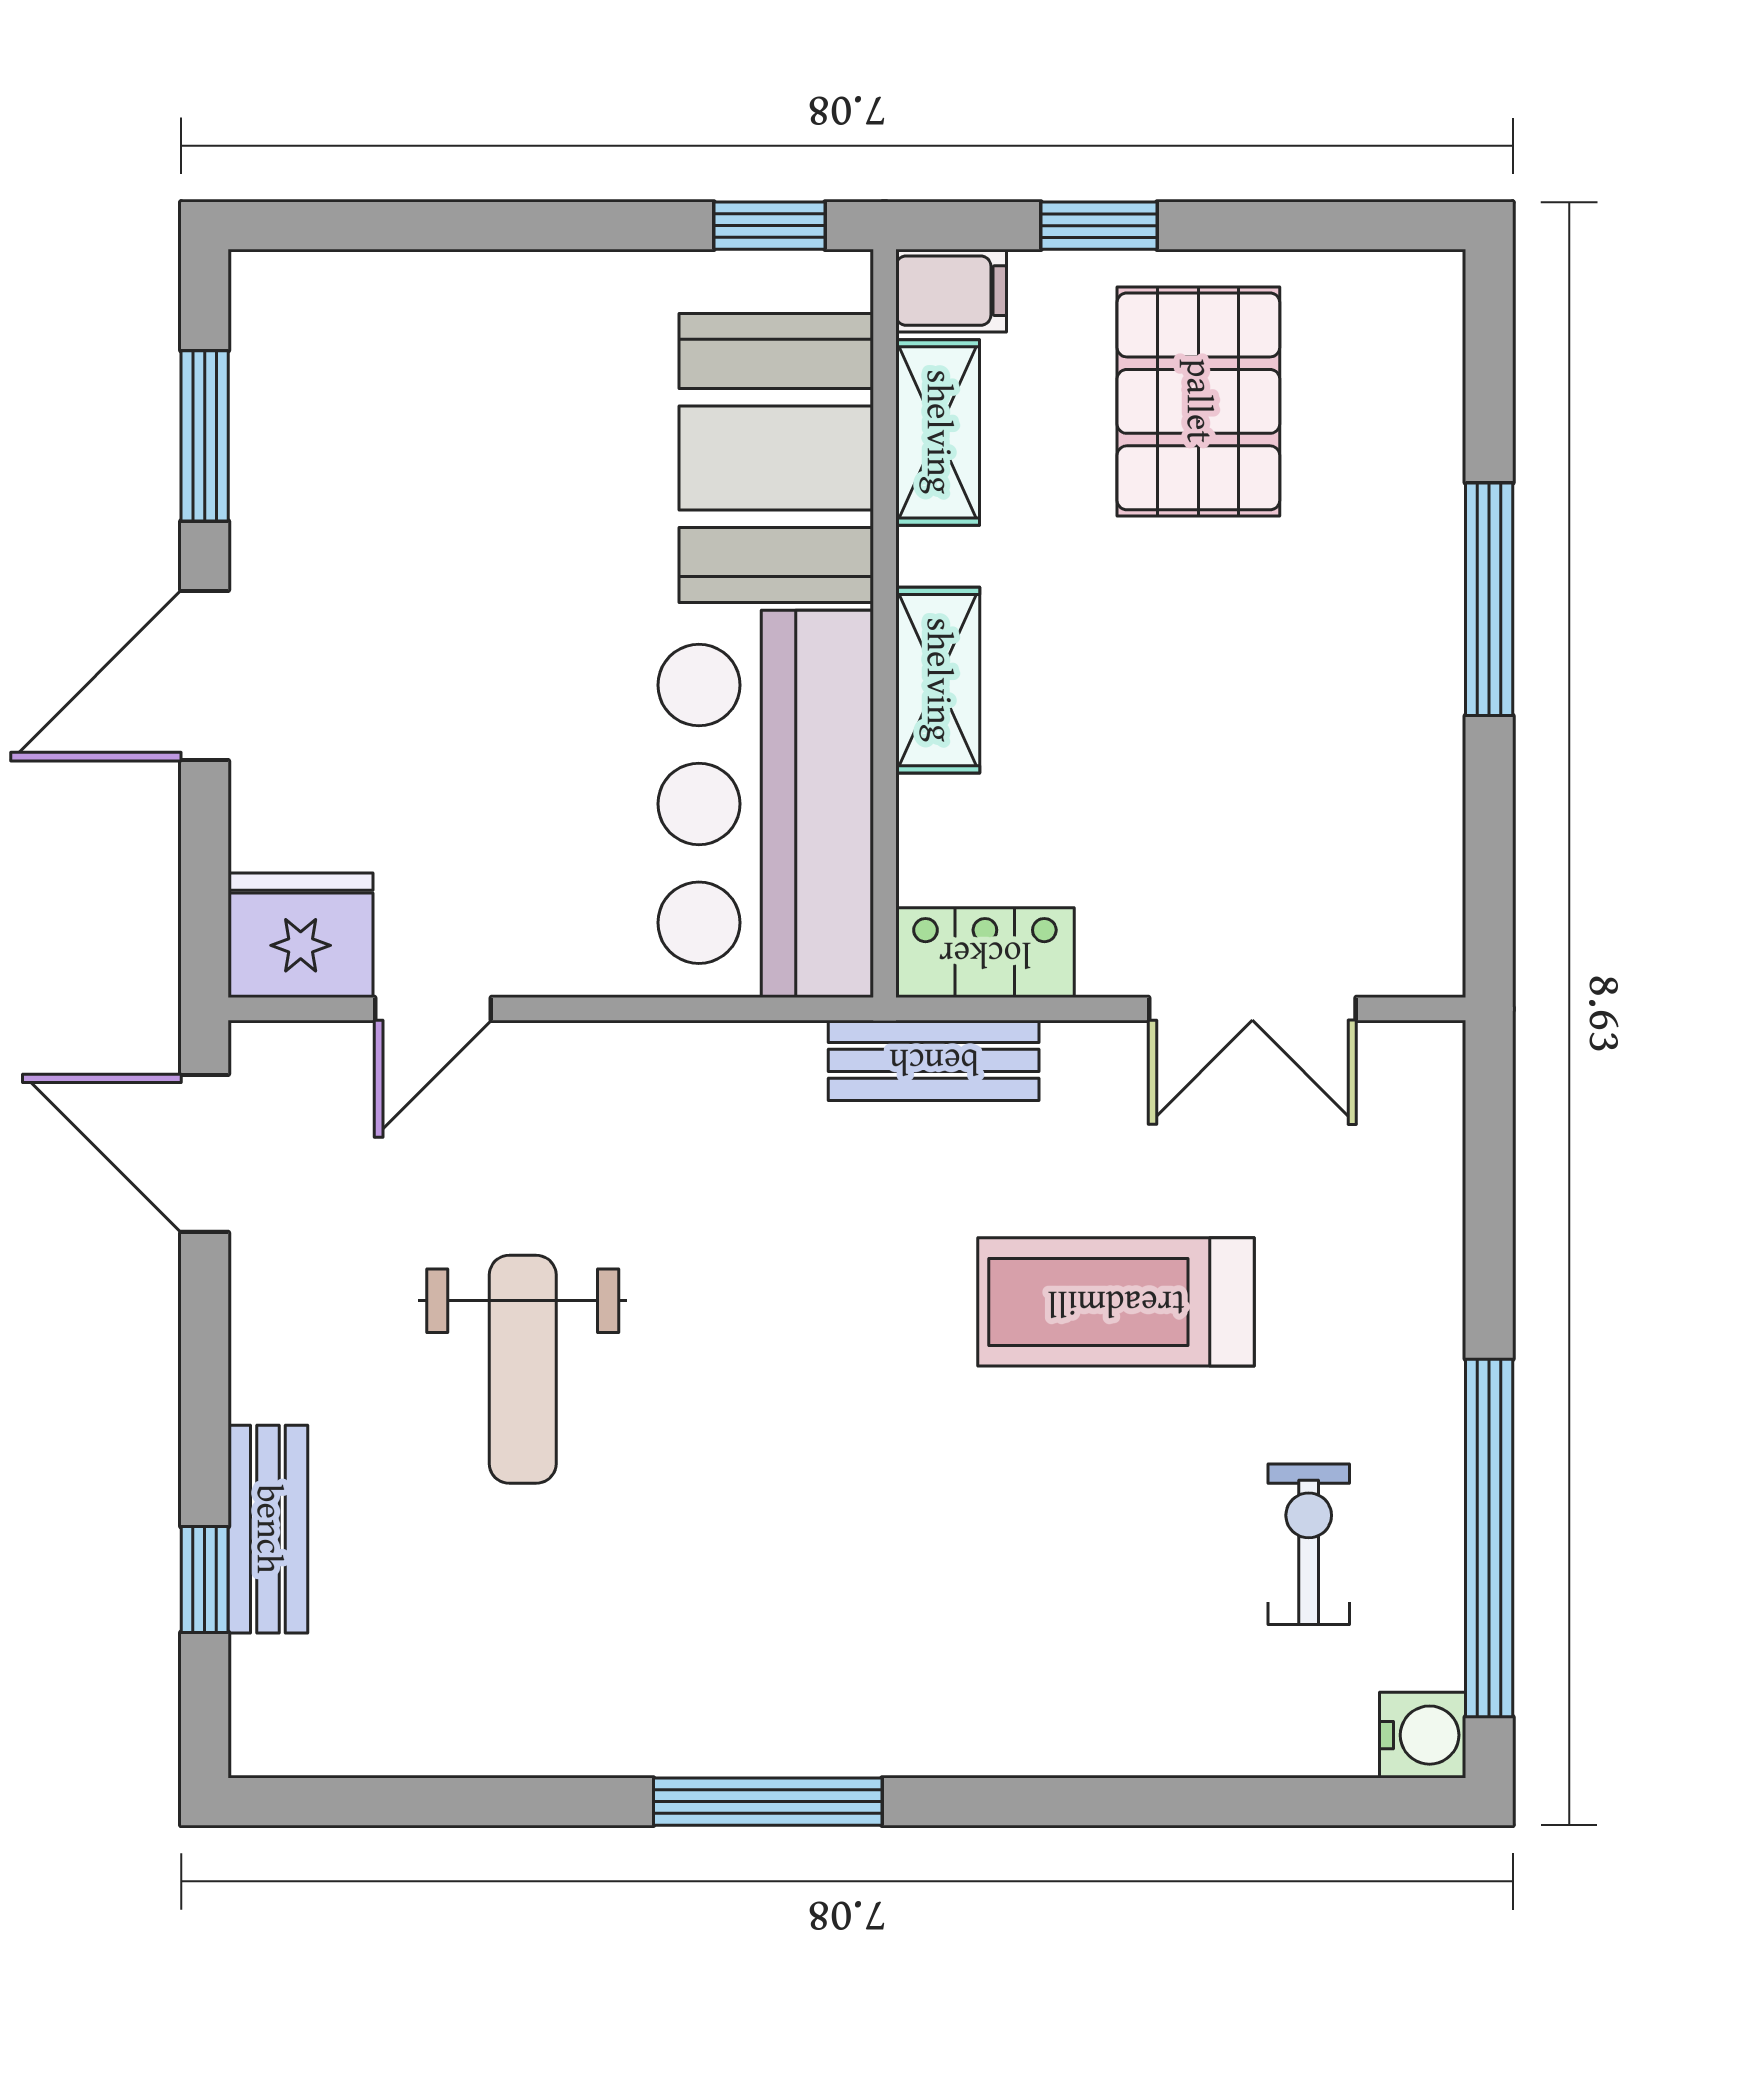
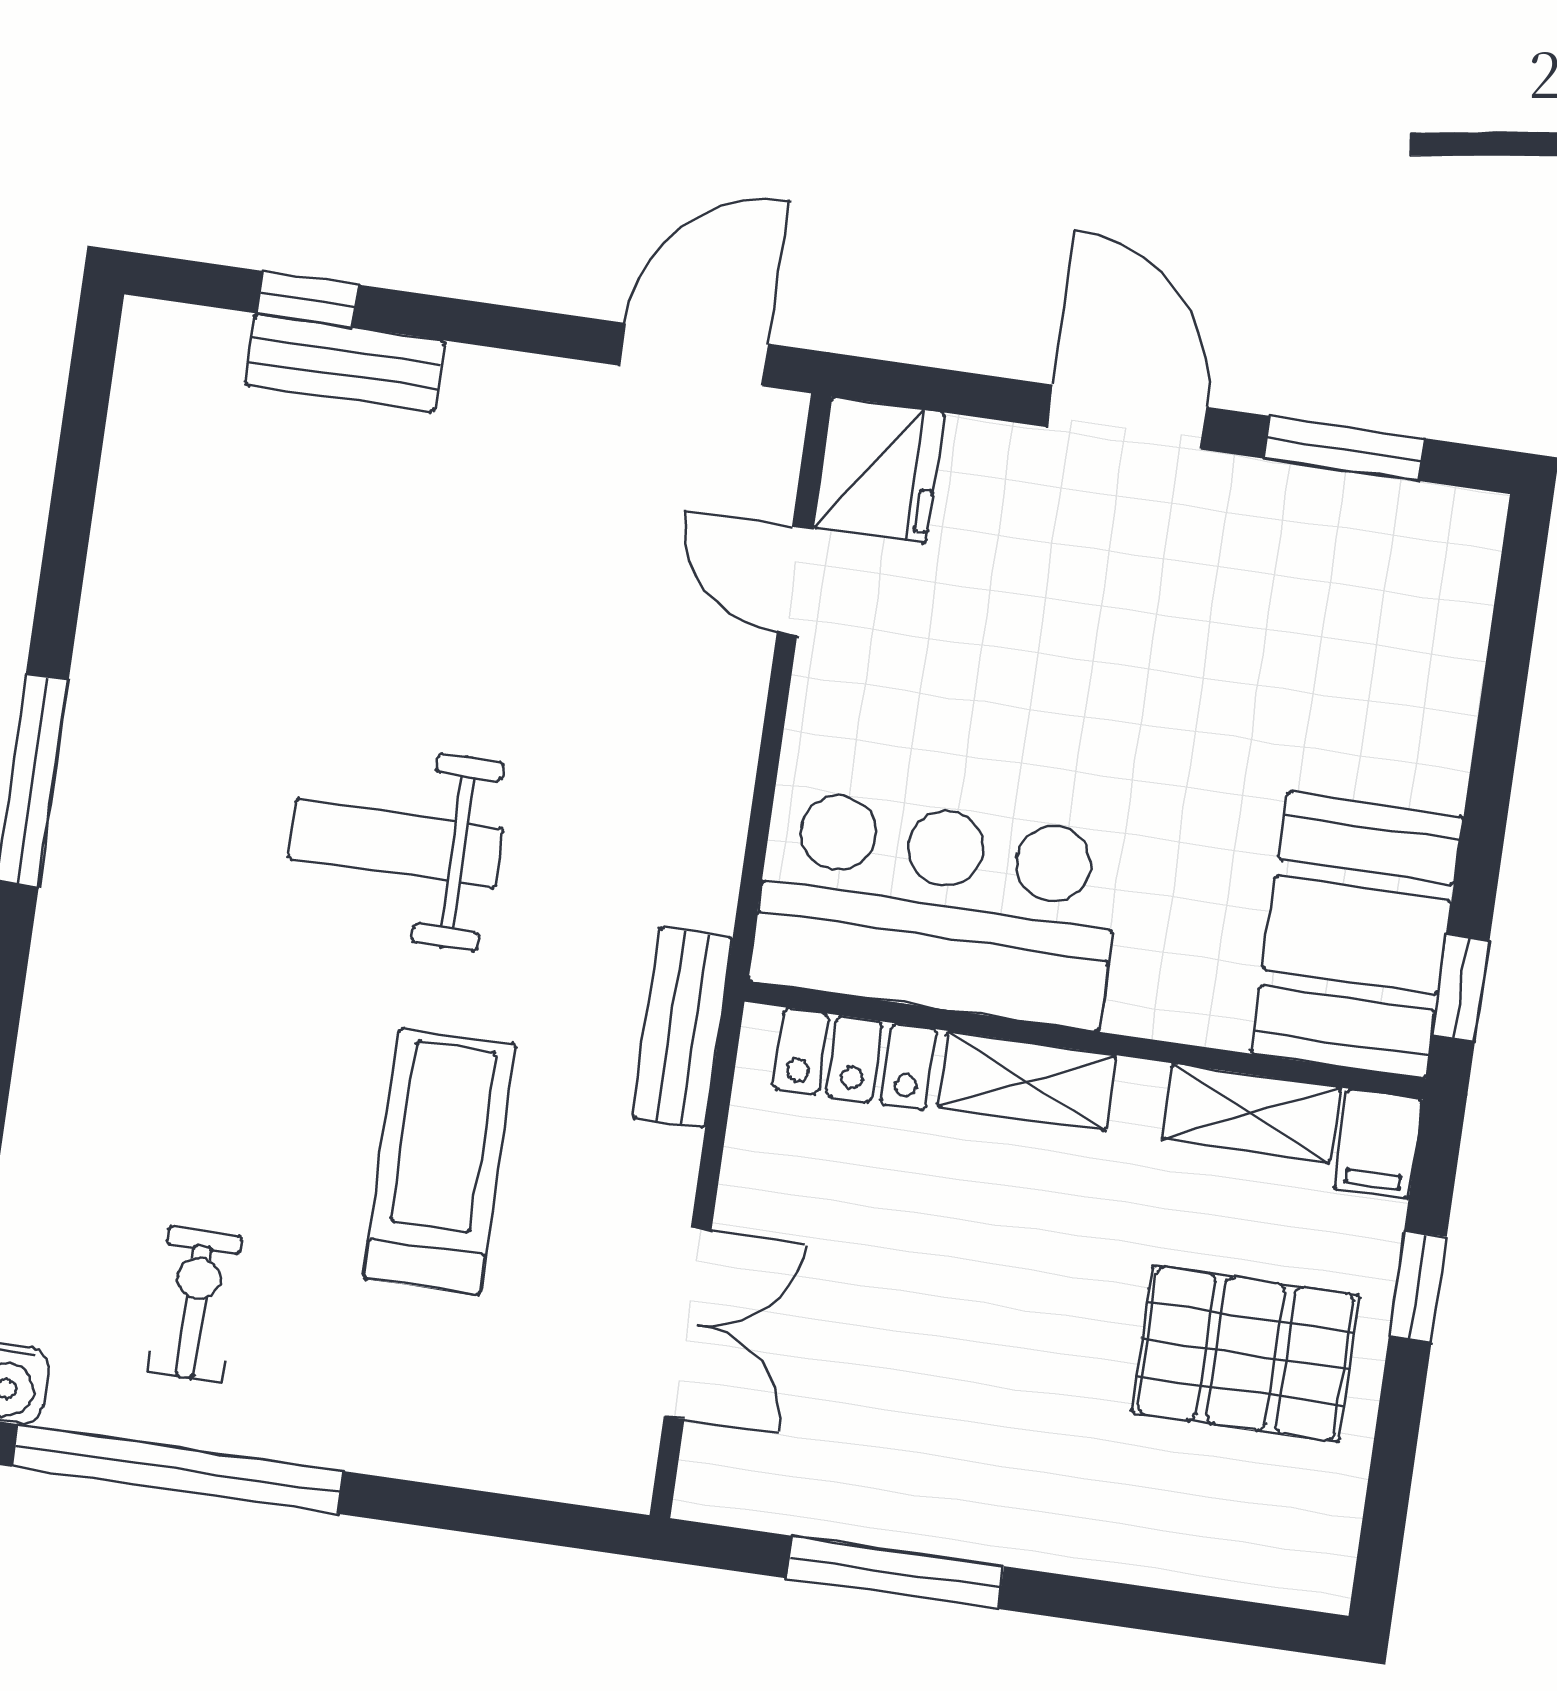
booth: (776, 458) -> (1357, 935), moved, turned 90
window: (1489, 599) -> (895, 1572), moved
locker: (985, 953) -> (855, 1059), moved, turned 90
double door: (1252, 1009) -> (688, 1323), swing flipped
weight bench: (523, 1369) -> (395, 843), moved
exercise bike: (1309, 1544) -> (195, 1304), turned -90

